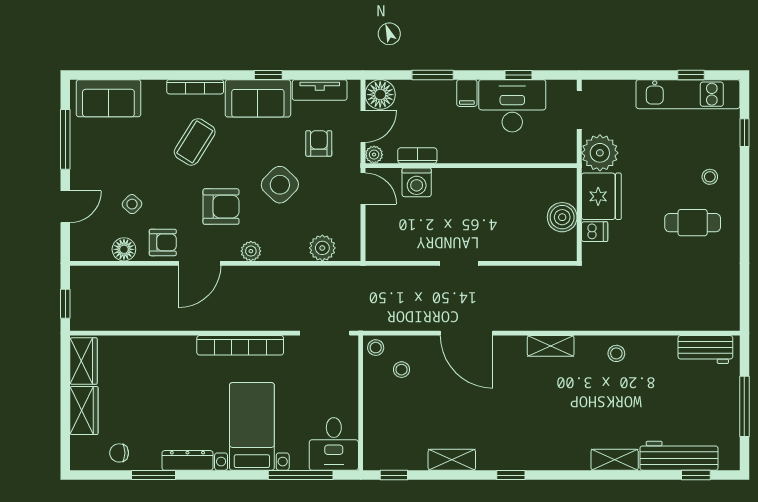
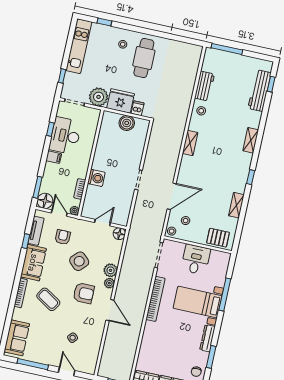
window: (268, 75) -> (26, 241), moved
window: (433, 75) -> (38, 187), moved
window: (691, 75) -> (62, 76), moved
armchair: (319, 143) -> (63, 237), turned 90
washing machine: (417, 182) -> (96, 178), moved
door: (363, 189) -> (103, 223), moved
armchair: (221, 207) -> (84, 293), turned 90
cafe table: (693, 223) -> (144, 58), width x1.37, depth x1.35
armchair: (163, 242) -> (95, 326), removed
plant: (322, 248) -> (111, 270), moved
floor lamp: (124, 249) -> (119, 234), moved
door: (467, 333) -> (172, 196), moved
workbench: (705, 350) -> (205, 86), moved
window: (744, 406) -> (227, 49), moved
pallet: (383, 438) -> (218, 238), added
desk: (334, 444) -> (196, 259), moved, turned -90
shelving: (615, 460) -> (251, 140), moved
window: (301, 475) -> (225, 294), moved
window: (394, 475) -> (238, 236), removed

